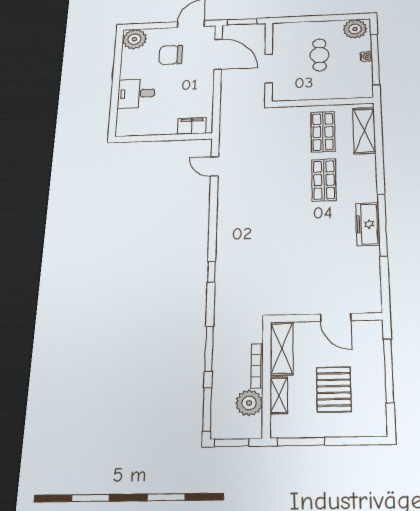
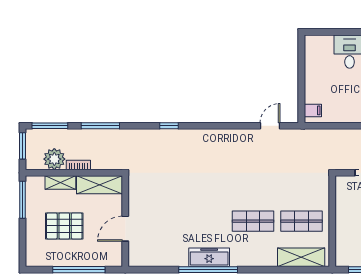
filing cabinet: (192, 126) -> (313, 110), width x0.50
bookcase: (257, 366) -> (78, 165), width x0.64

